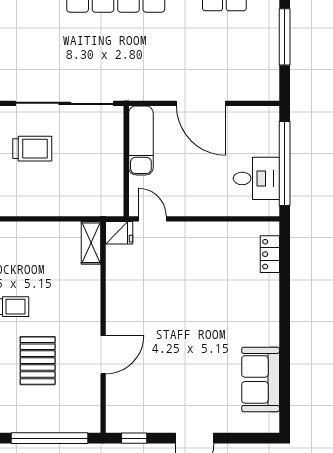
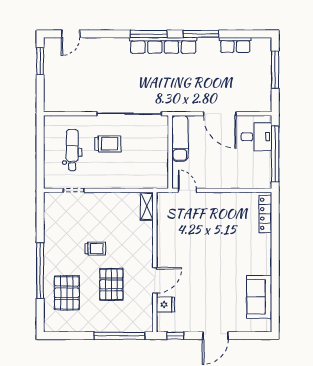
desk: (256, 178) -> (256, 137), moved
fridge: (119, 233) -> (165, 305), moved
locker: (270, 254) -> (265, 214), width x1.53

